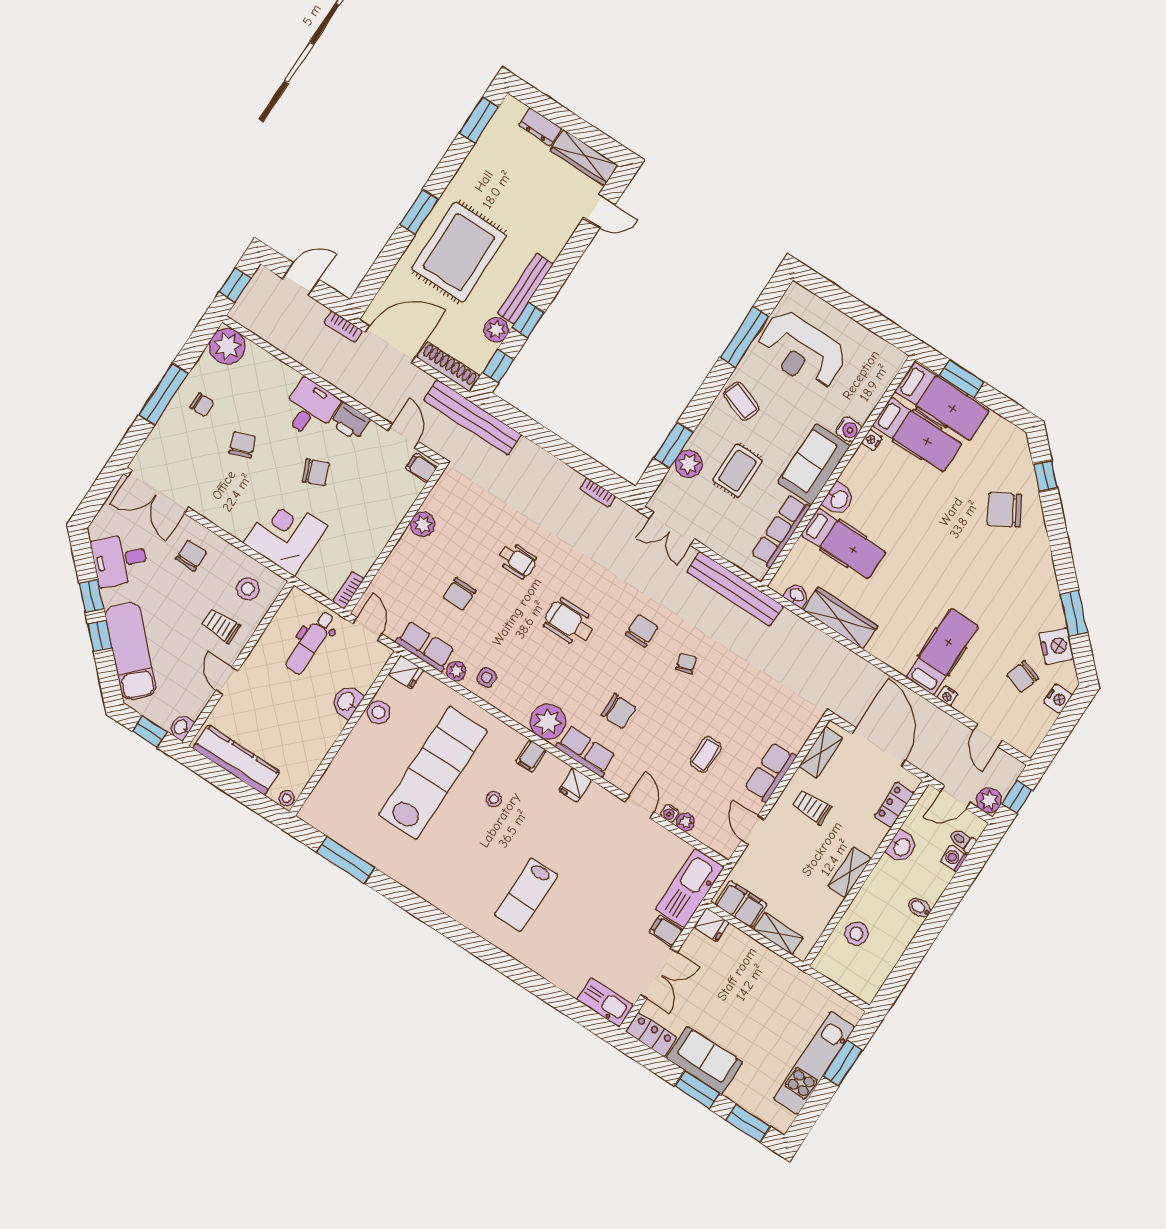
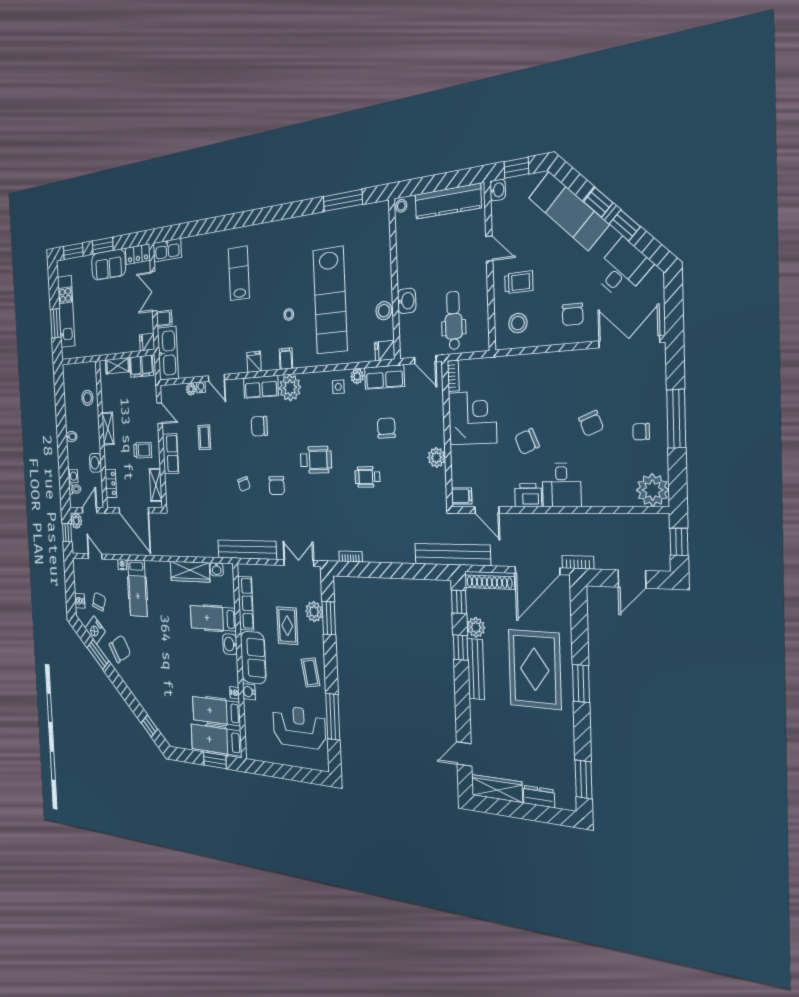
coffee table: (741, 401) -> (311, 672), turned 60
chair: (1004, 510) -> (120, 649), moved
corner desk: (286, 535) -> (472, 418), moved, turned -90

